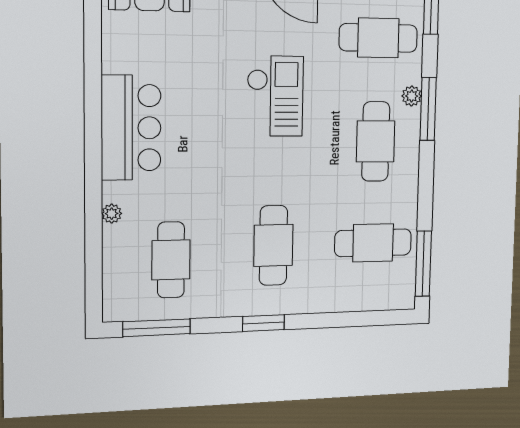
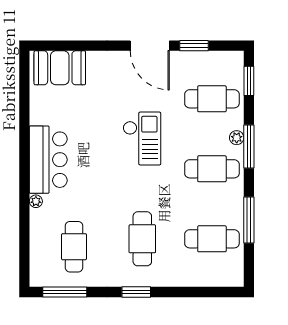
cafe table: (376, 141) -> (212, 169), turned 90
plant: (112, 214) -> (36, 201), moved
window: (423, 264) -> (249, 220), moved

